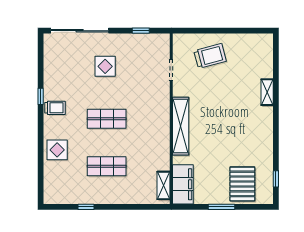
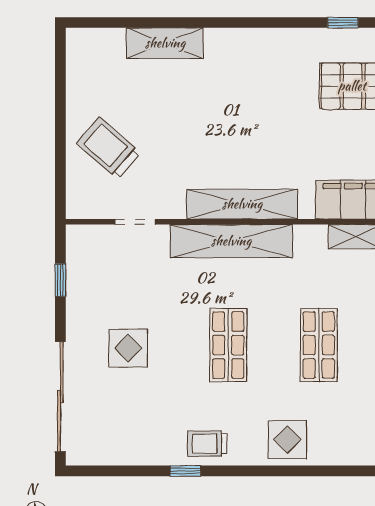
trolley: (210, 56) -> (108, 148), turned -34
shelving: (267, 92) -> (165, 43), width x1.50, depth x1.33
trolley: (55, 108) -> (207, 444), turned -90
shelving: (161, 120) -> (231, 241), added

